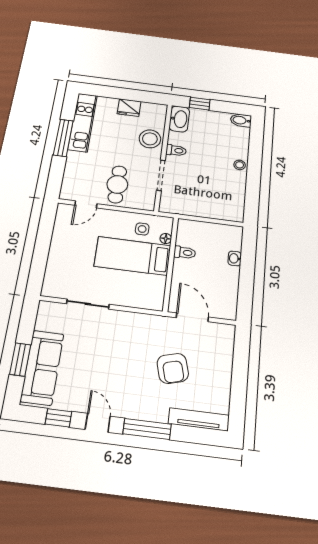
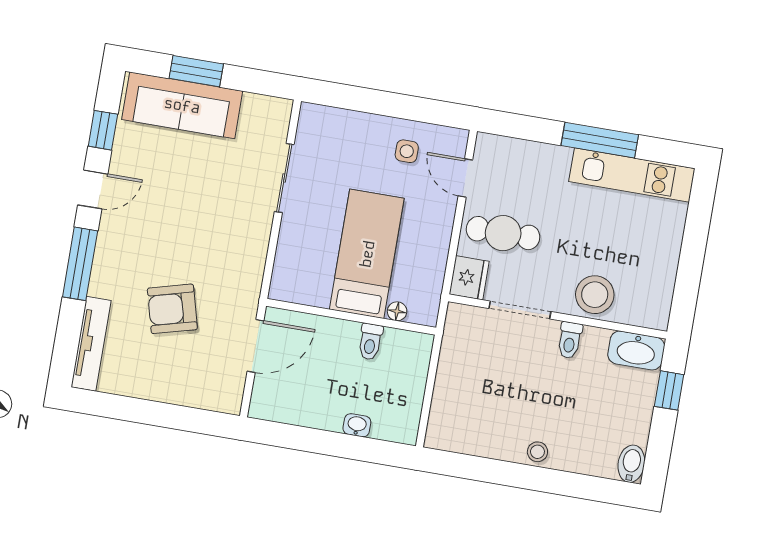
fridge: (129, 108) -> (469, 278), moved, turned 180
side table: (142, 229) -> (407, 151), moved

